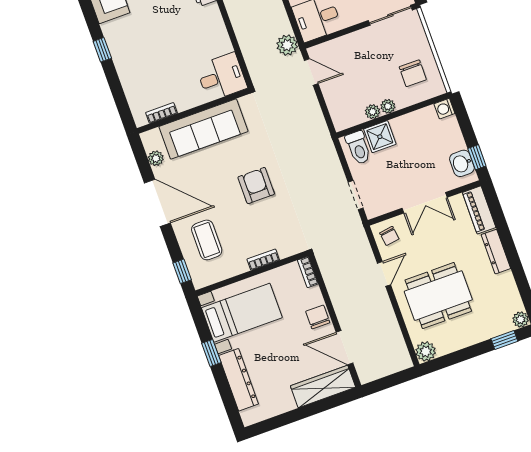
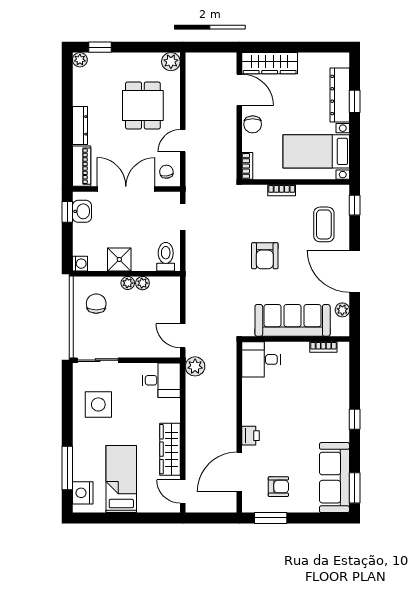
shower: (380, 137) -> (119, 259), moved
double door: (425, 203) -> (126, 189), width x1.37
dining table: (438, 296) -> (143, 106), width x0.73
window: (211, 353) -> (355, 101), moved

